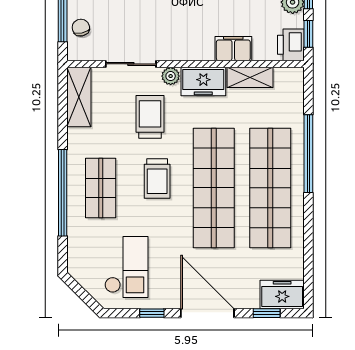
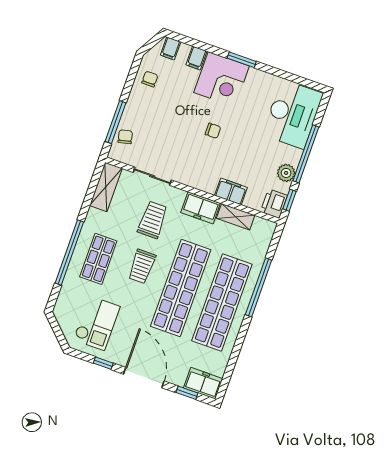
plant: (171, 76) -> (178, 195), removed

